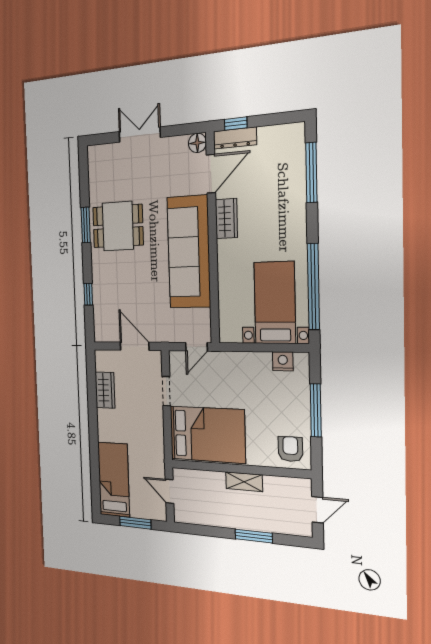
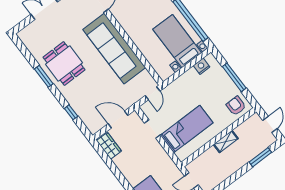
wardrobe: (226, 218) -> (123, 18), removed
dining table: (118, 226) -> (64, 63), turned 90
wardrobe: (105, 390) -> (109, 146), moved
bed: (207, 434) -> (187, 129), width x0.67
window: (254, 536) -> (260, 157), moved

